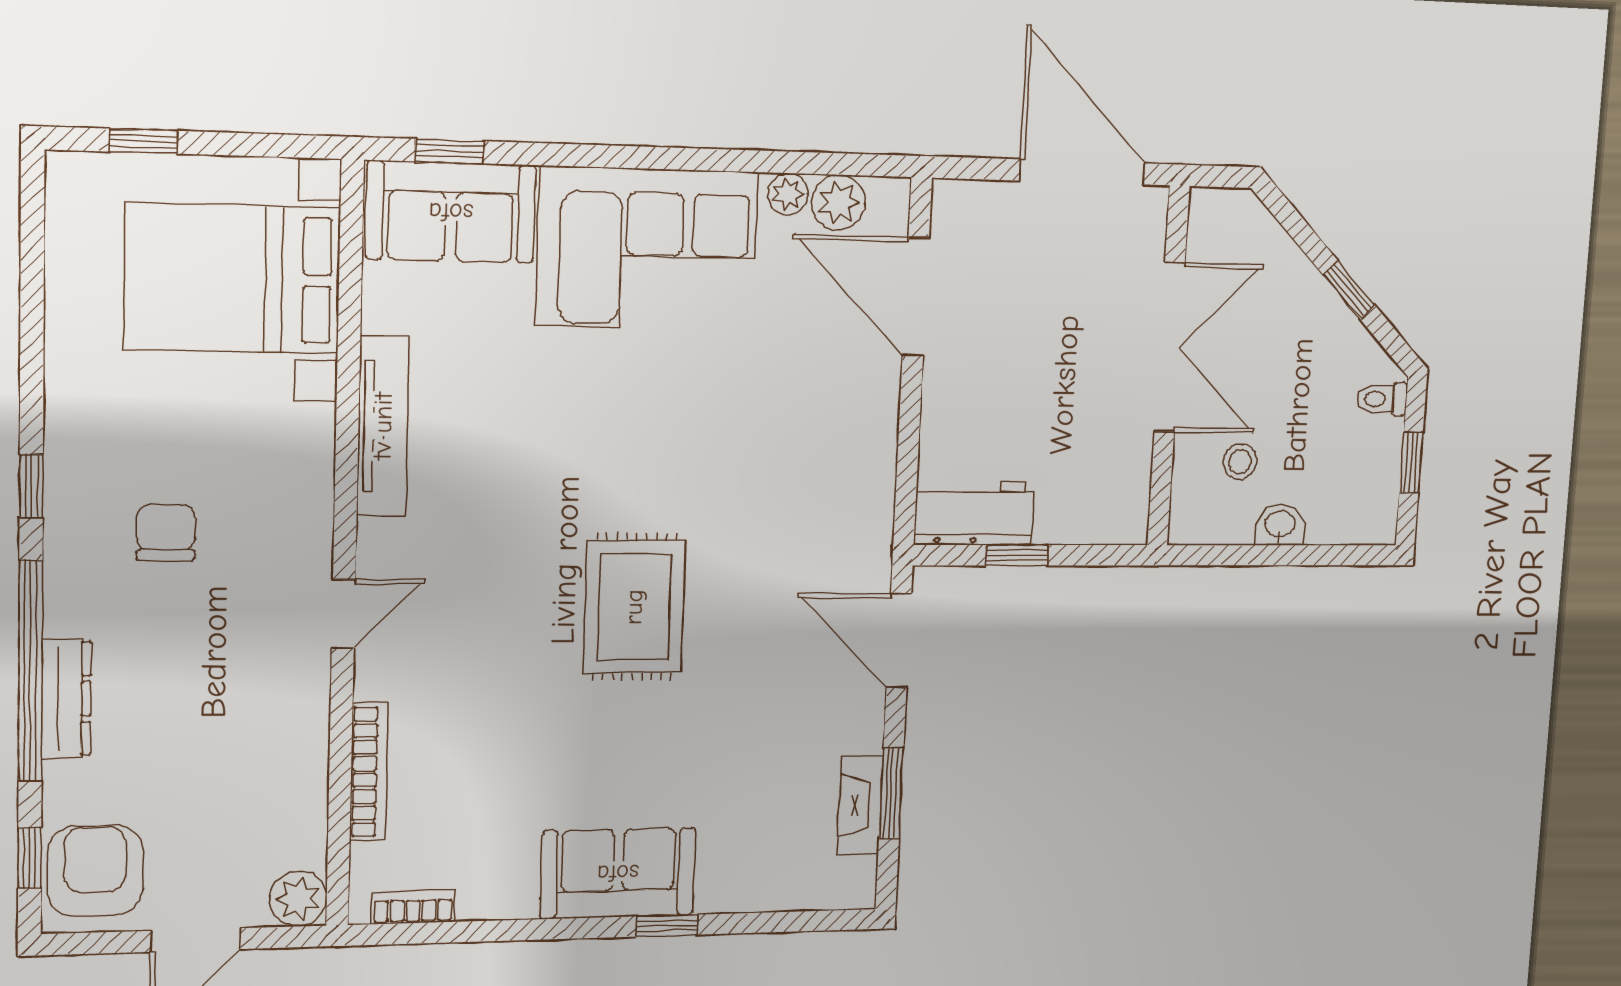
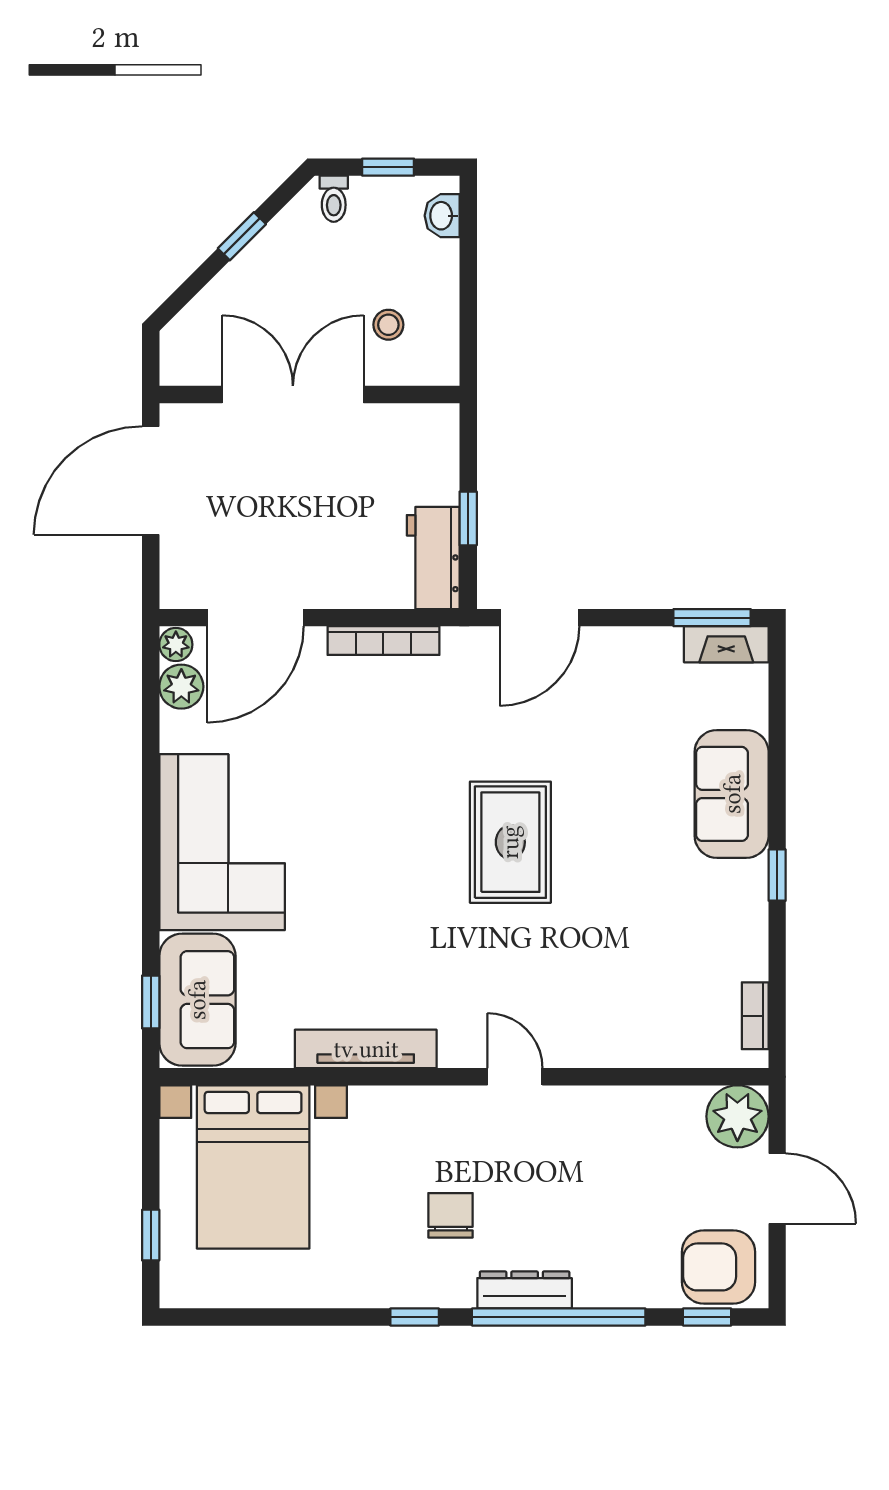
plant: (788, 194) -> (176, 645), moved
washbasin: (1280, 525) -> (442, 216), moved
chair: (166, 533) -> (451, 1215), turned 90
rug: (634, 607) -> (510, 842), turned 90
dresser: (66, 699) -> (525, 1290), moved
bookcase: (369, 772) -> (383, 641), moved, turned 180
window: (891, 794) -> (712, 618), moved
fireplace: (860, 805) -> (726, 644), moved
sofa: (618, 873) -> (732, 794), moved
plant: (298, 899) -> (737, 1116), width x1.36, depth x1.36
window: (667, 926) -> (777, 875), moved

